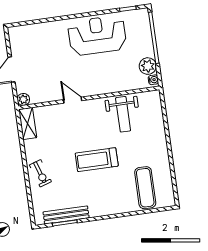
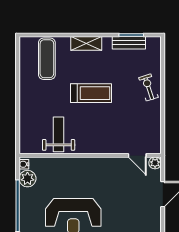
door: (73, 100) -> (137, 155), moved
shelving: (28, 124) -> (86, 43), moved, turned 90
bench: (66, 215) -> (129, 43), width x0.73

